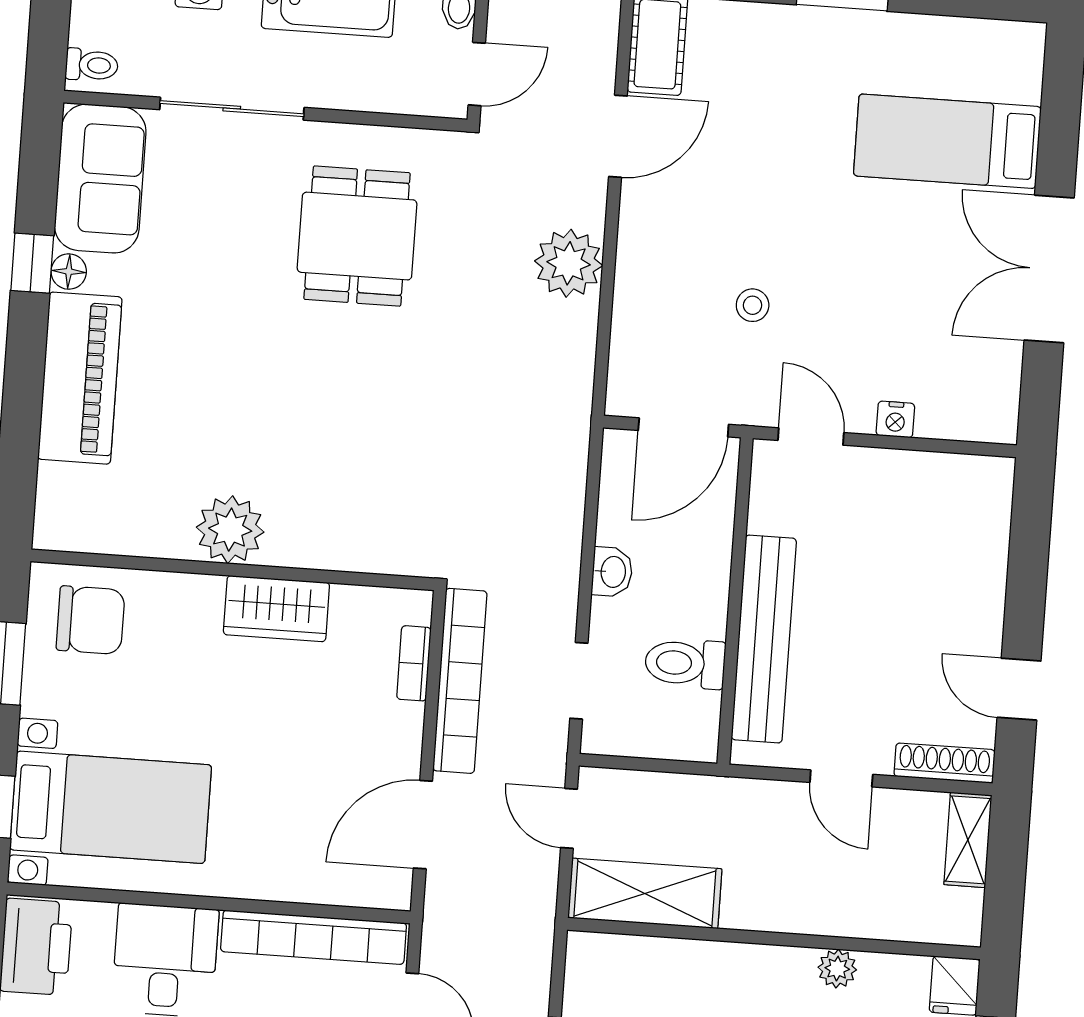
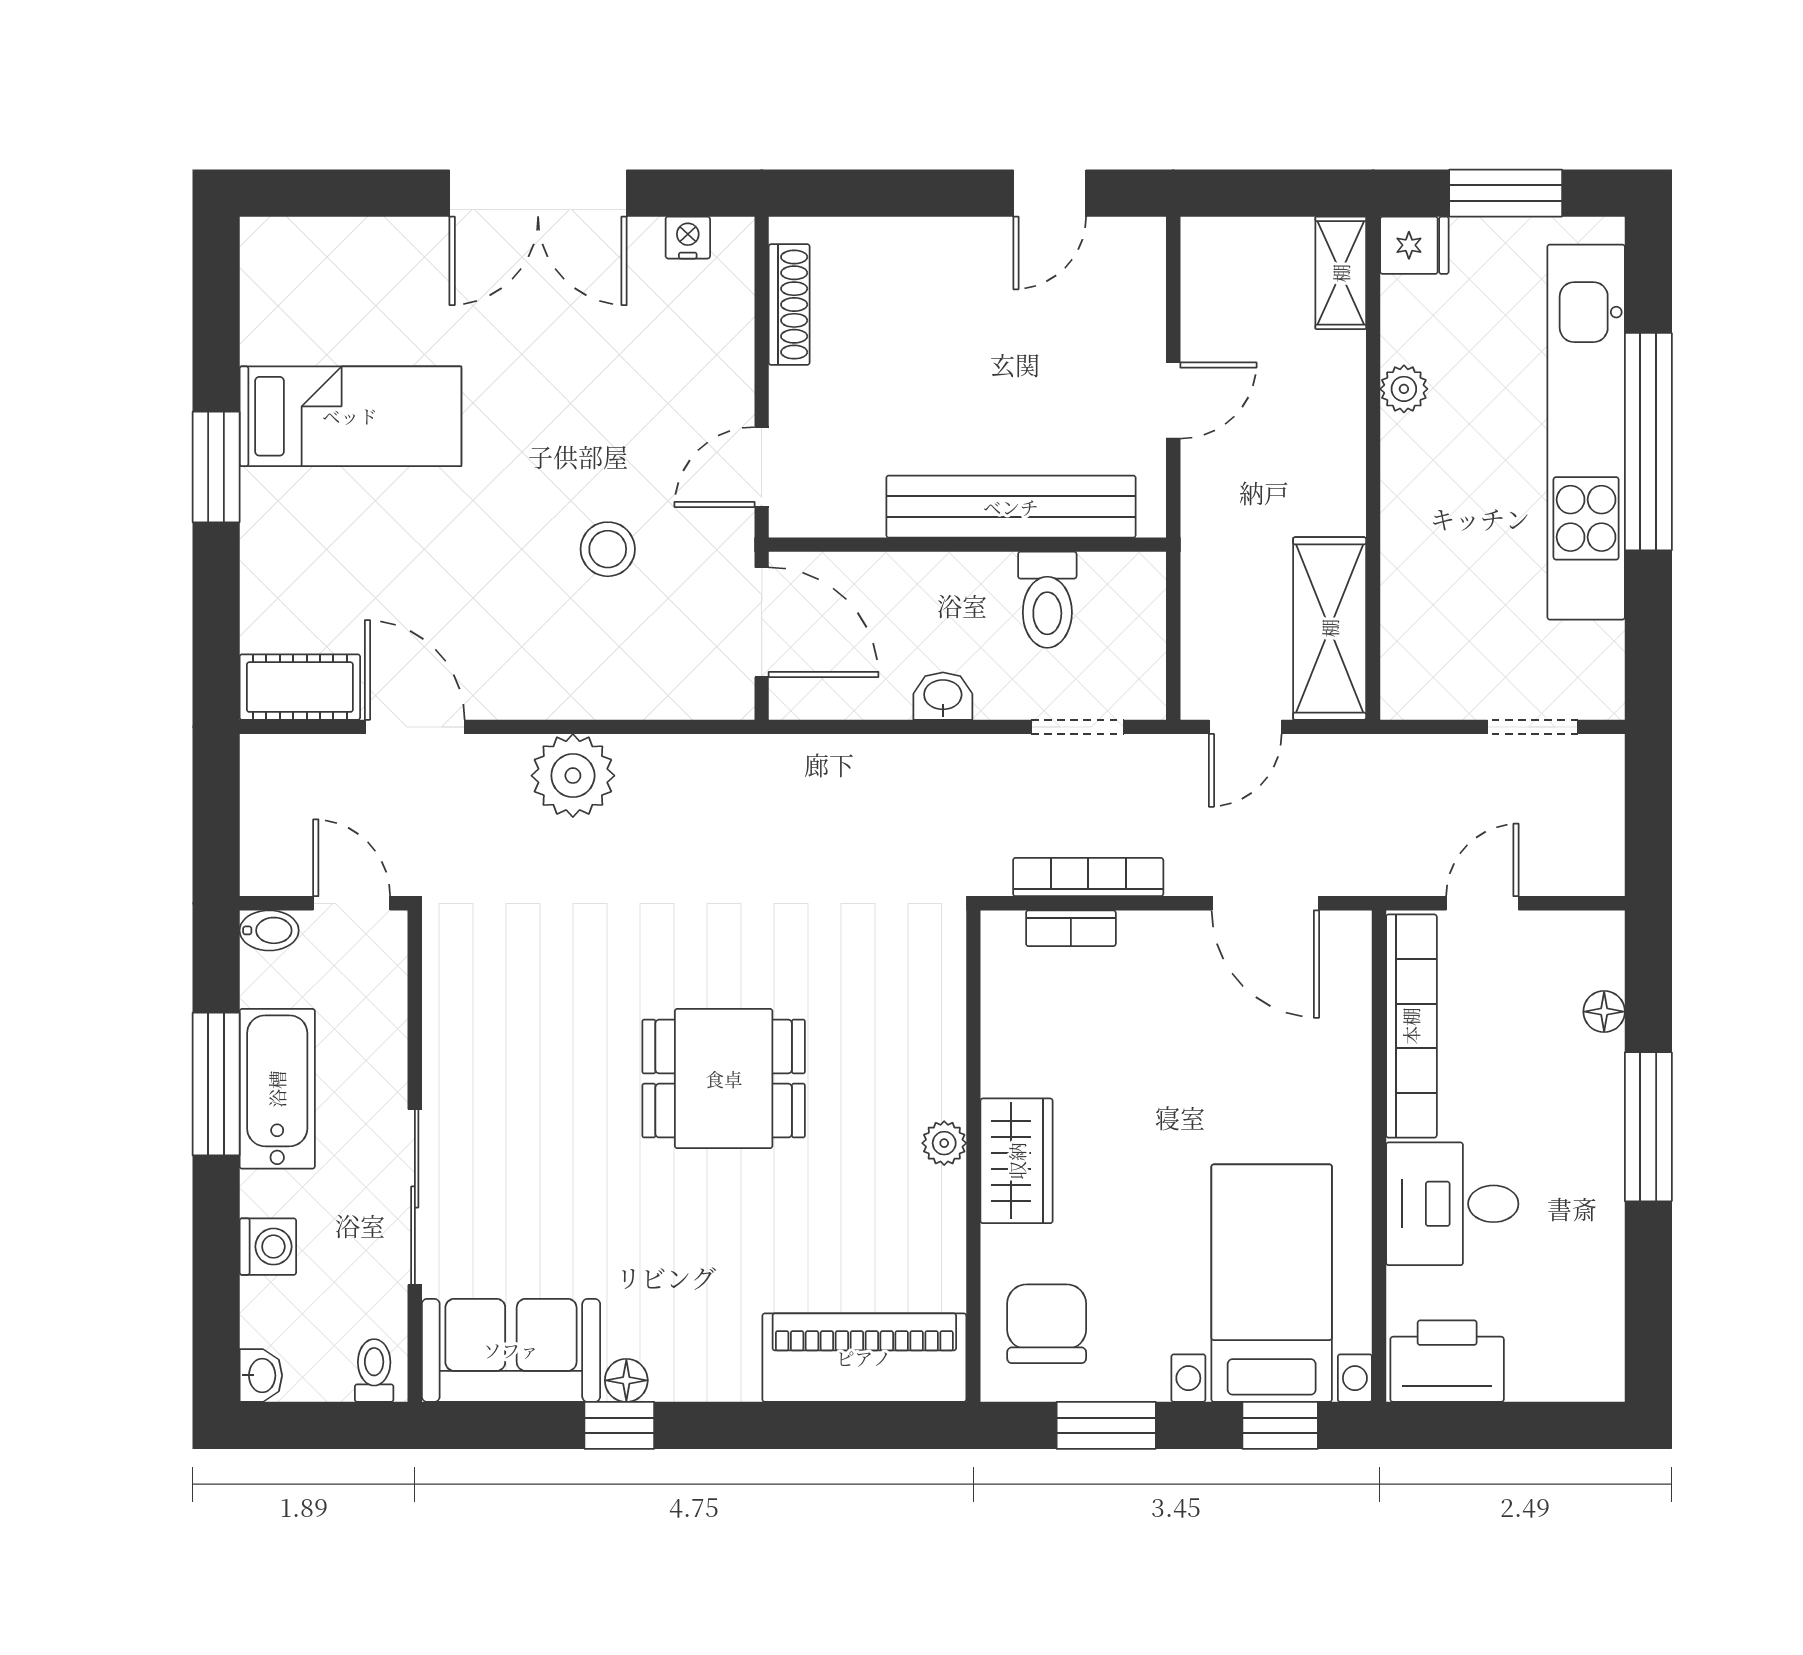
bed: (947, 141) -> (350, 416), moved, turned -90
dining table: (357, 236) -> (724, 1079), moved
stool: (753, 305) -> (608, 549), width x1.37, depth x1.37
piano: (80, 378) -> (864, 1358), moved
nightstand: (895, 419) -> (688, 238), moved, turned -90
plant: (230, 530) -> (944, 1143), width x0.53, depth x0.53
wardrobe: (276, 609) -> (1017, 1161), moved
bookcase: (460, 681) -> (1088, 877), width x0.68, depth x0.76
shoe rack: (945, 763) -> (789, 305), moved, turned 180
shelving: (968, 840) -> (1341, 273), moved, turned 90

